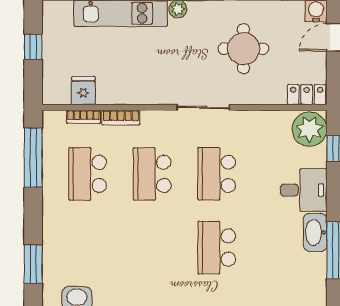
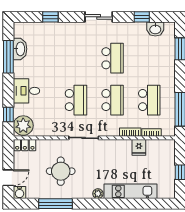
fridge: (83, 91) -> (139, 147), moved
washbasin: (315, 232) -> (20, 49), moved
school desk: (217, 248) -> (113, 58), moved

